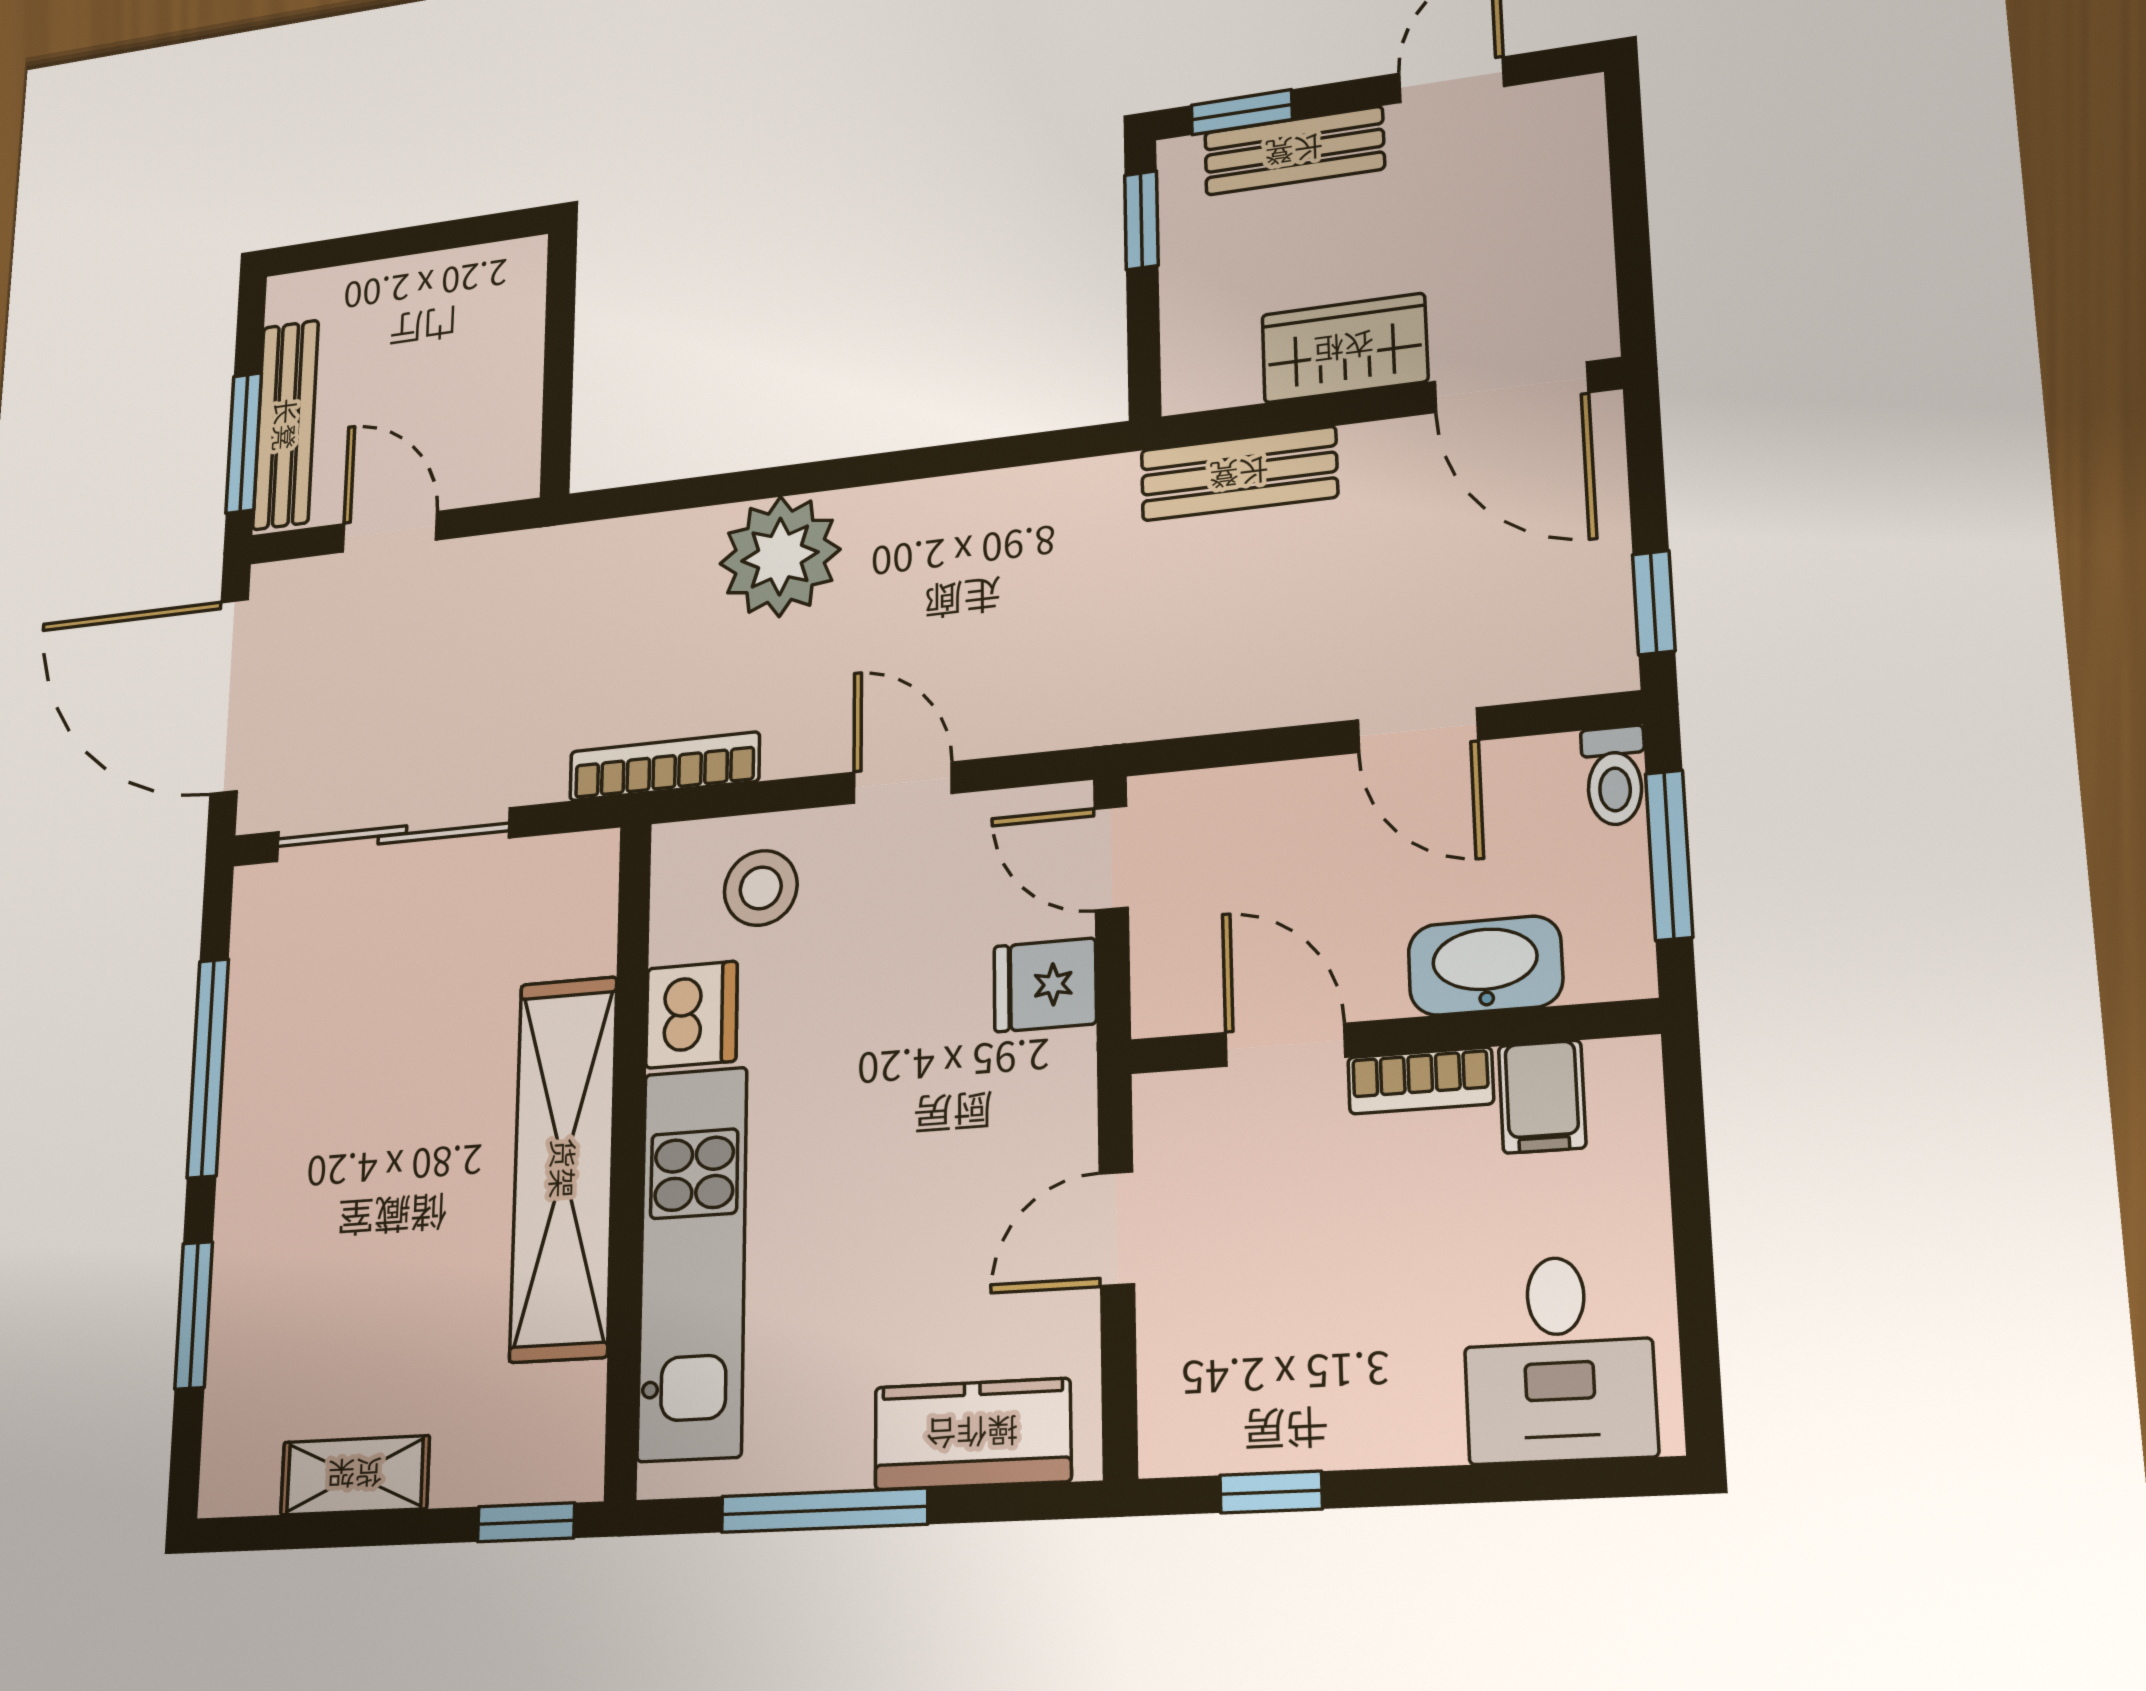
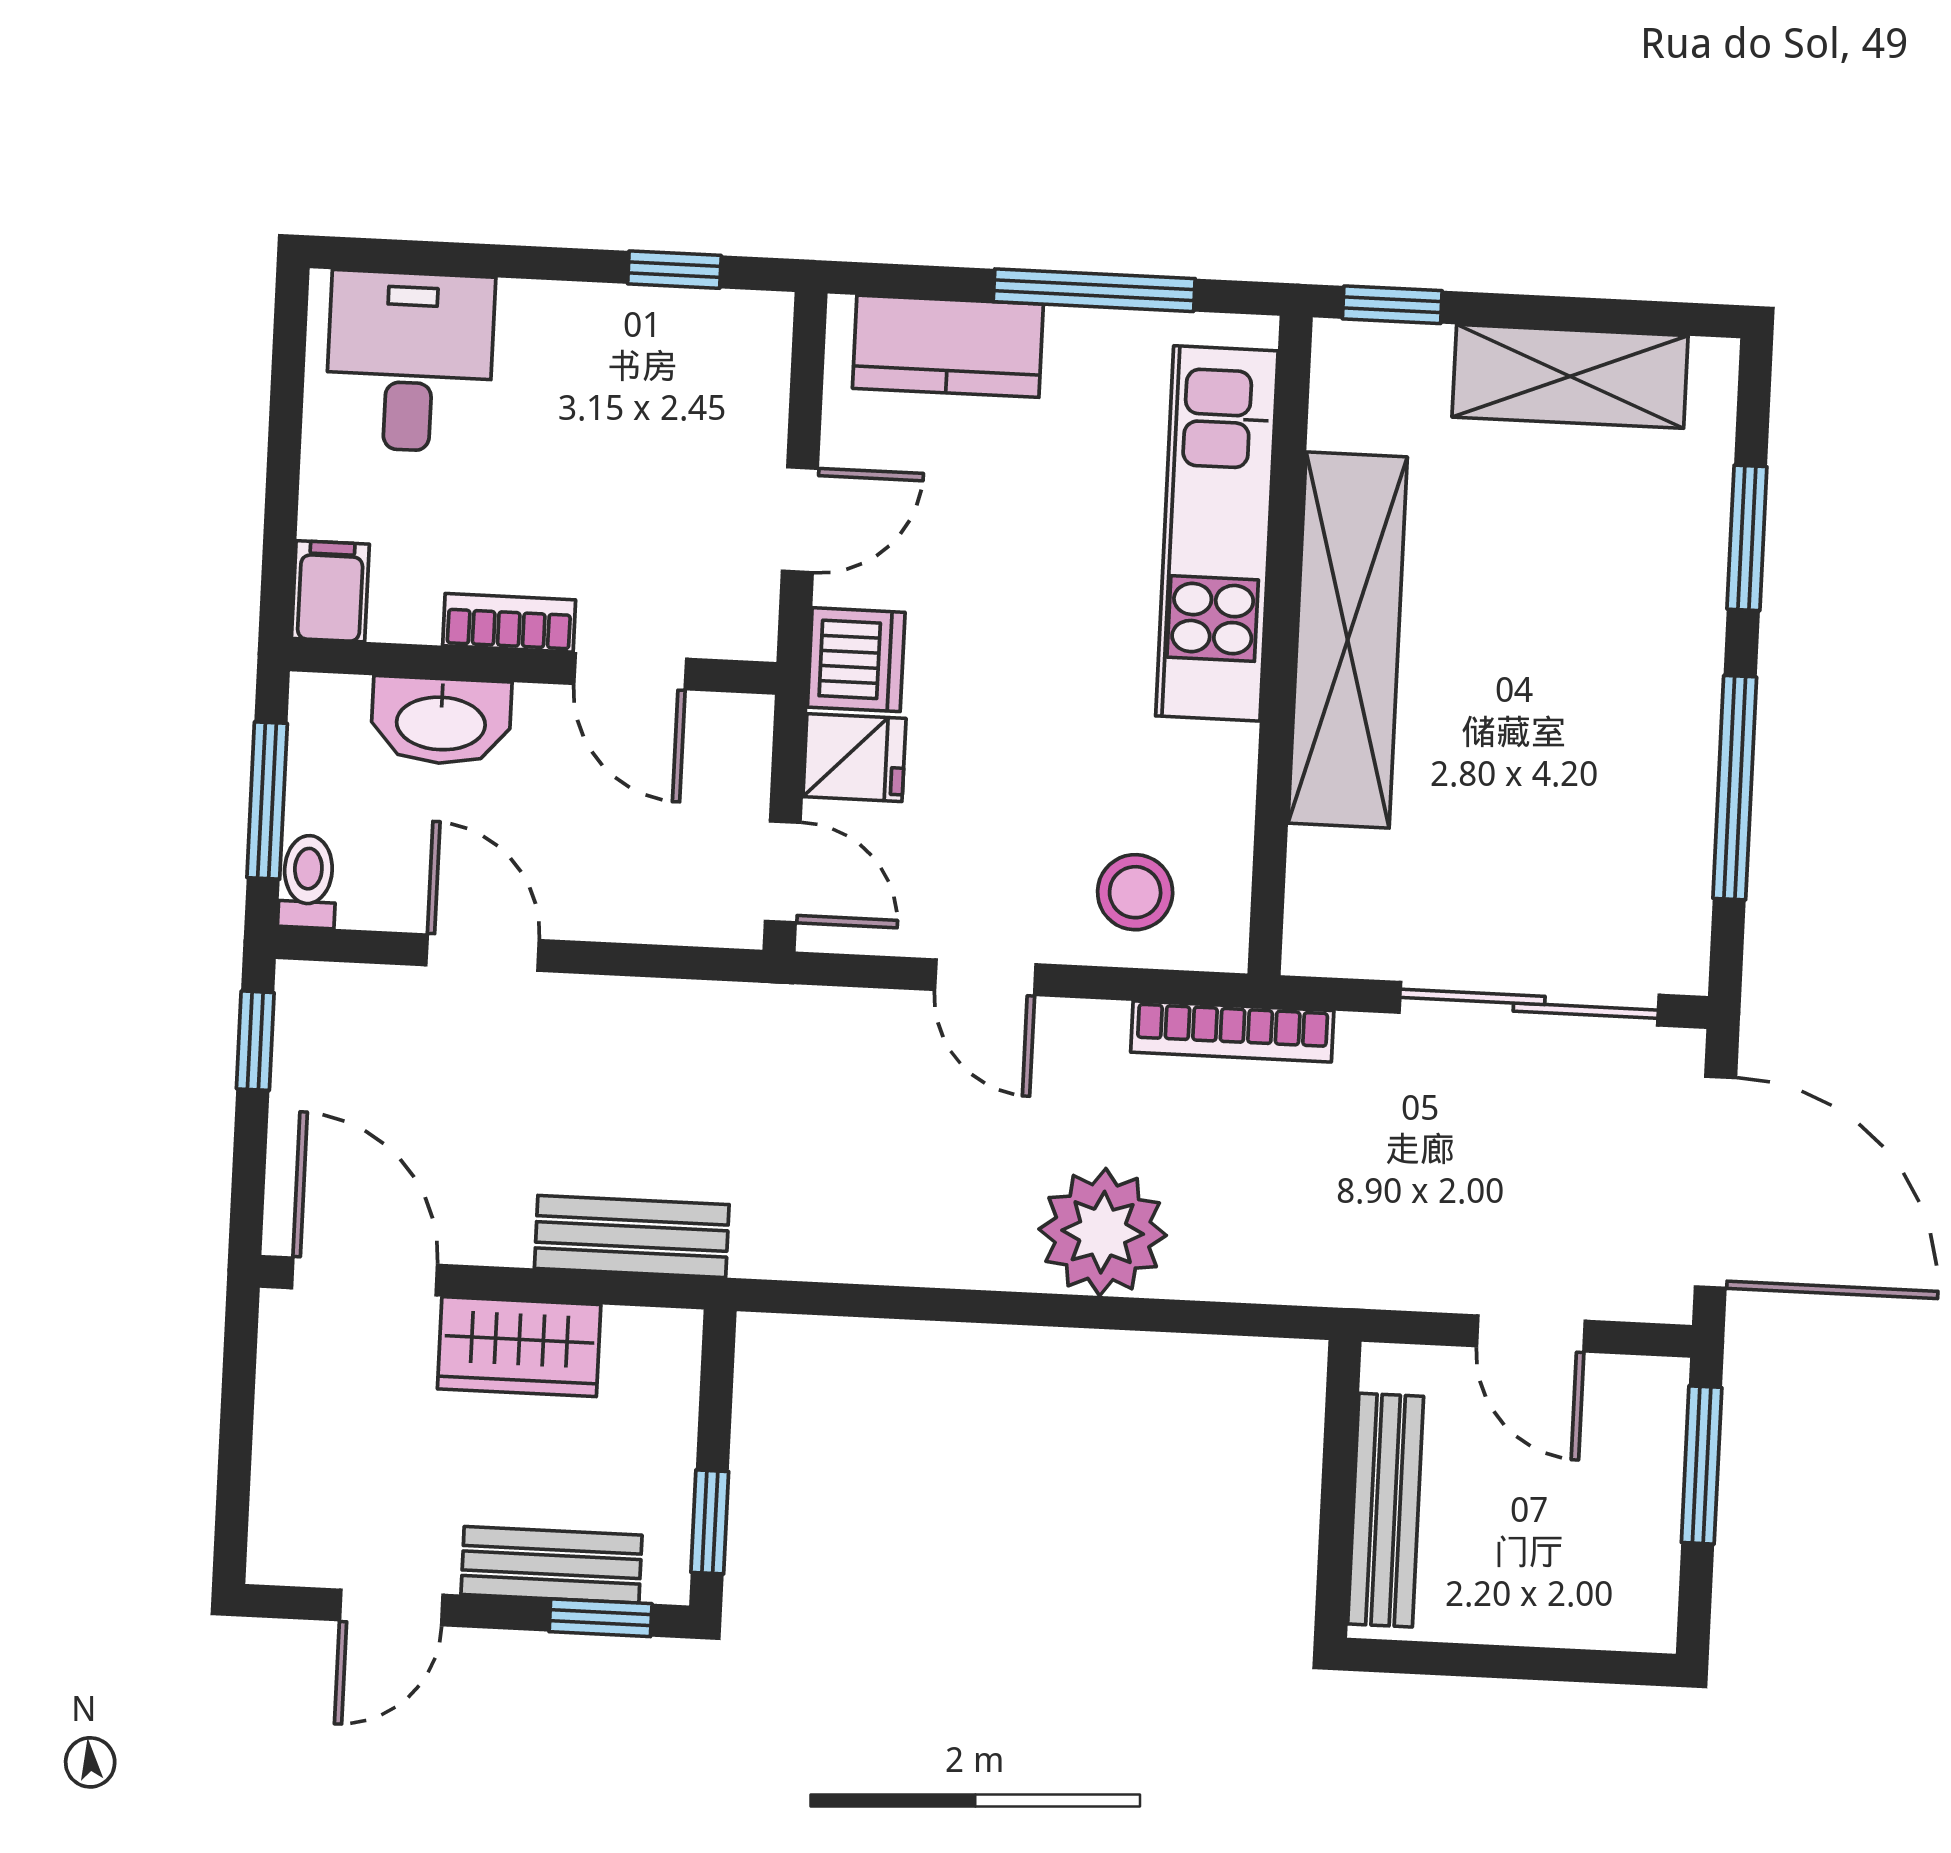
bench: (286, 424) -> (1386, 1510), moved
dishwasher: (692, 1015) -> (856, 660), moved, turned 180
filing cabinet: (1542, 1097) -> (330, 591), moved
shelving: (355, 1475) -> (1570, 376), width x1.50, depth x1.33

